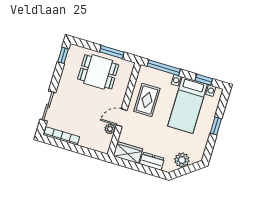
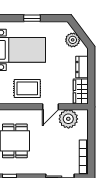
door: (122, 118) -> (50, 107), hinge flipped
plant: (110, 129) -> (68, 119), width x1.87, depth x1.87

